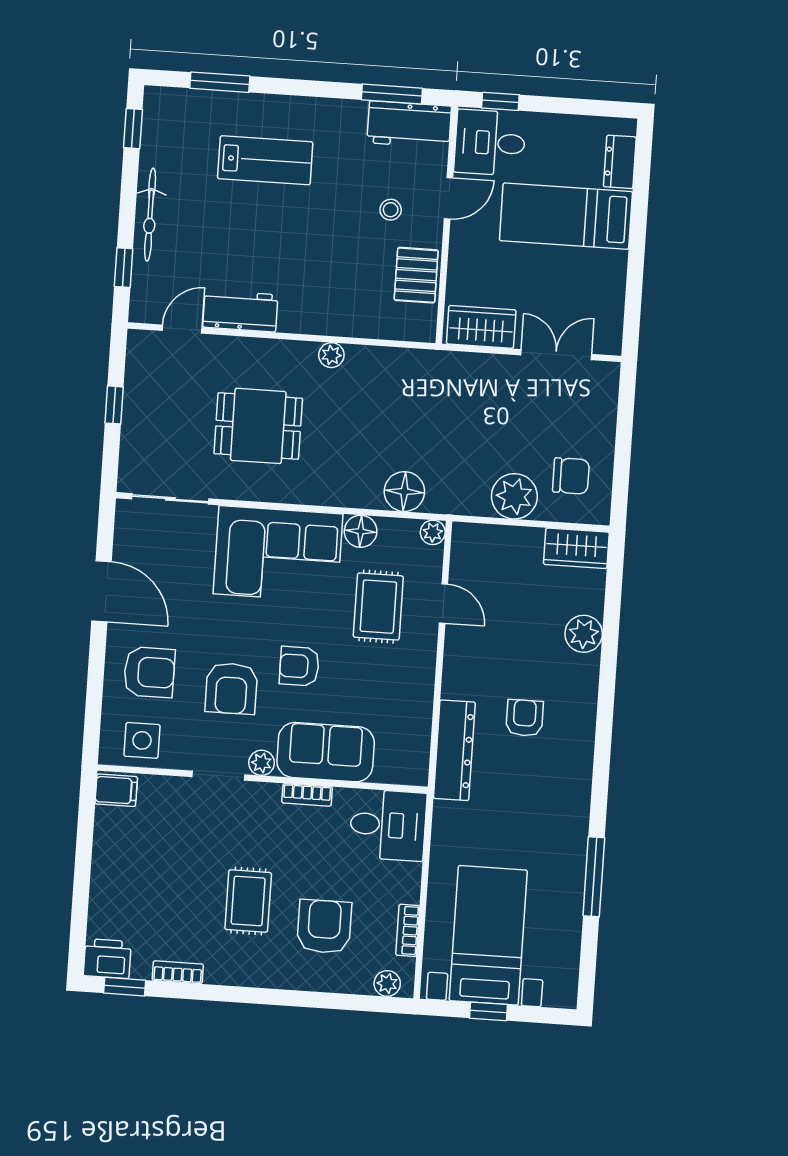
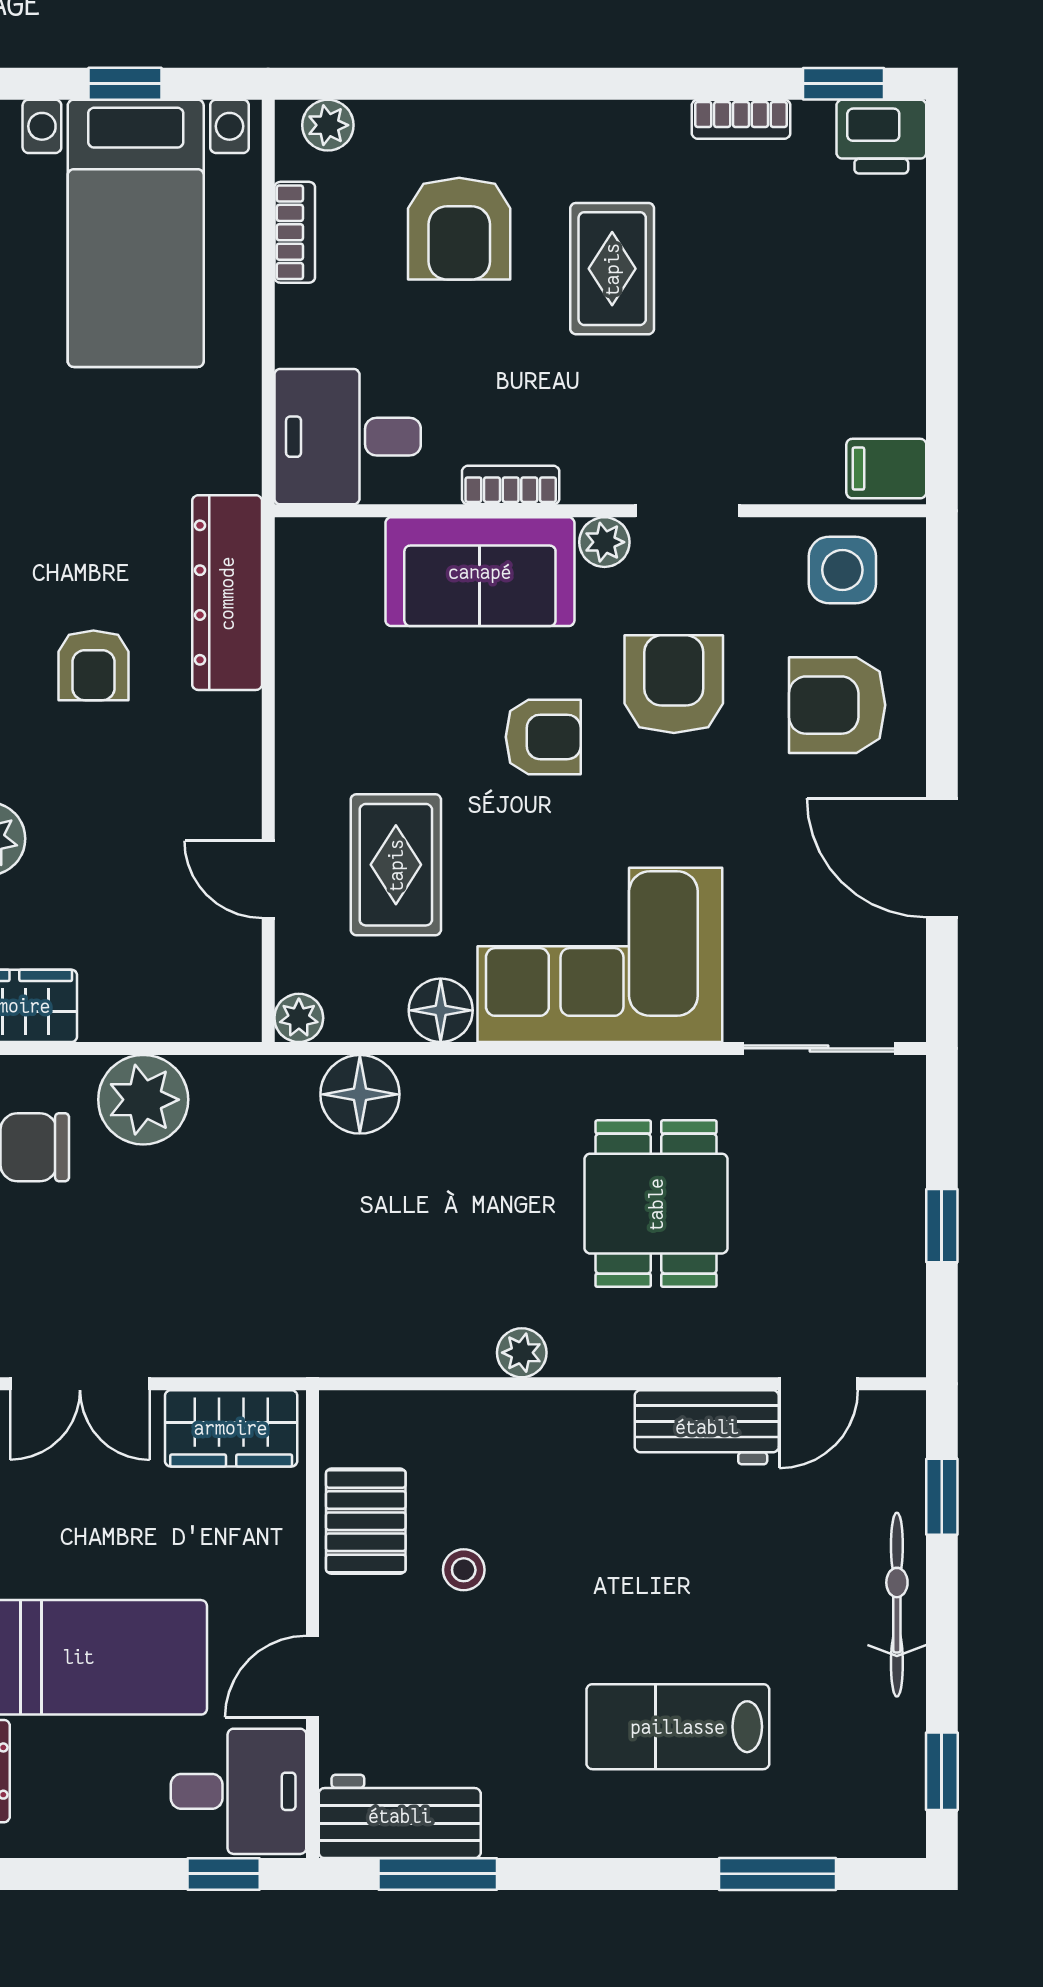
stool: (391, 210) -> (464, 1570), moved
dining table: (258, 426) -> (656, 1204), turned 90

